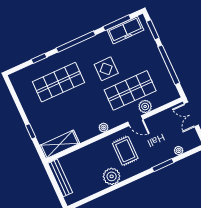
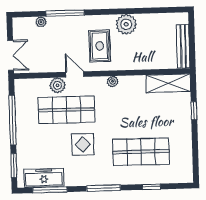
window: (76, 42) -> (104, 188), width x0.68
window: (163, 165) -> (65, 13), width x1.44

